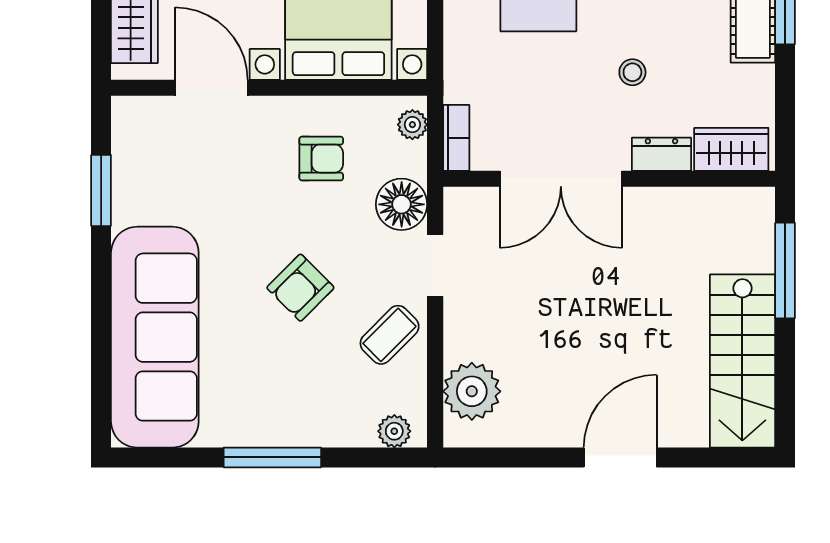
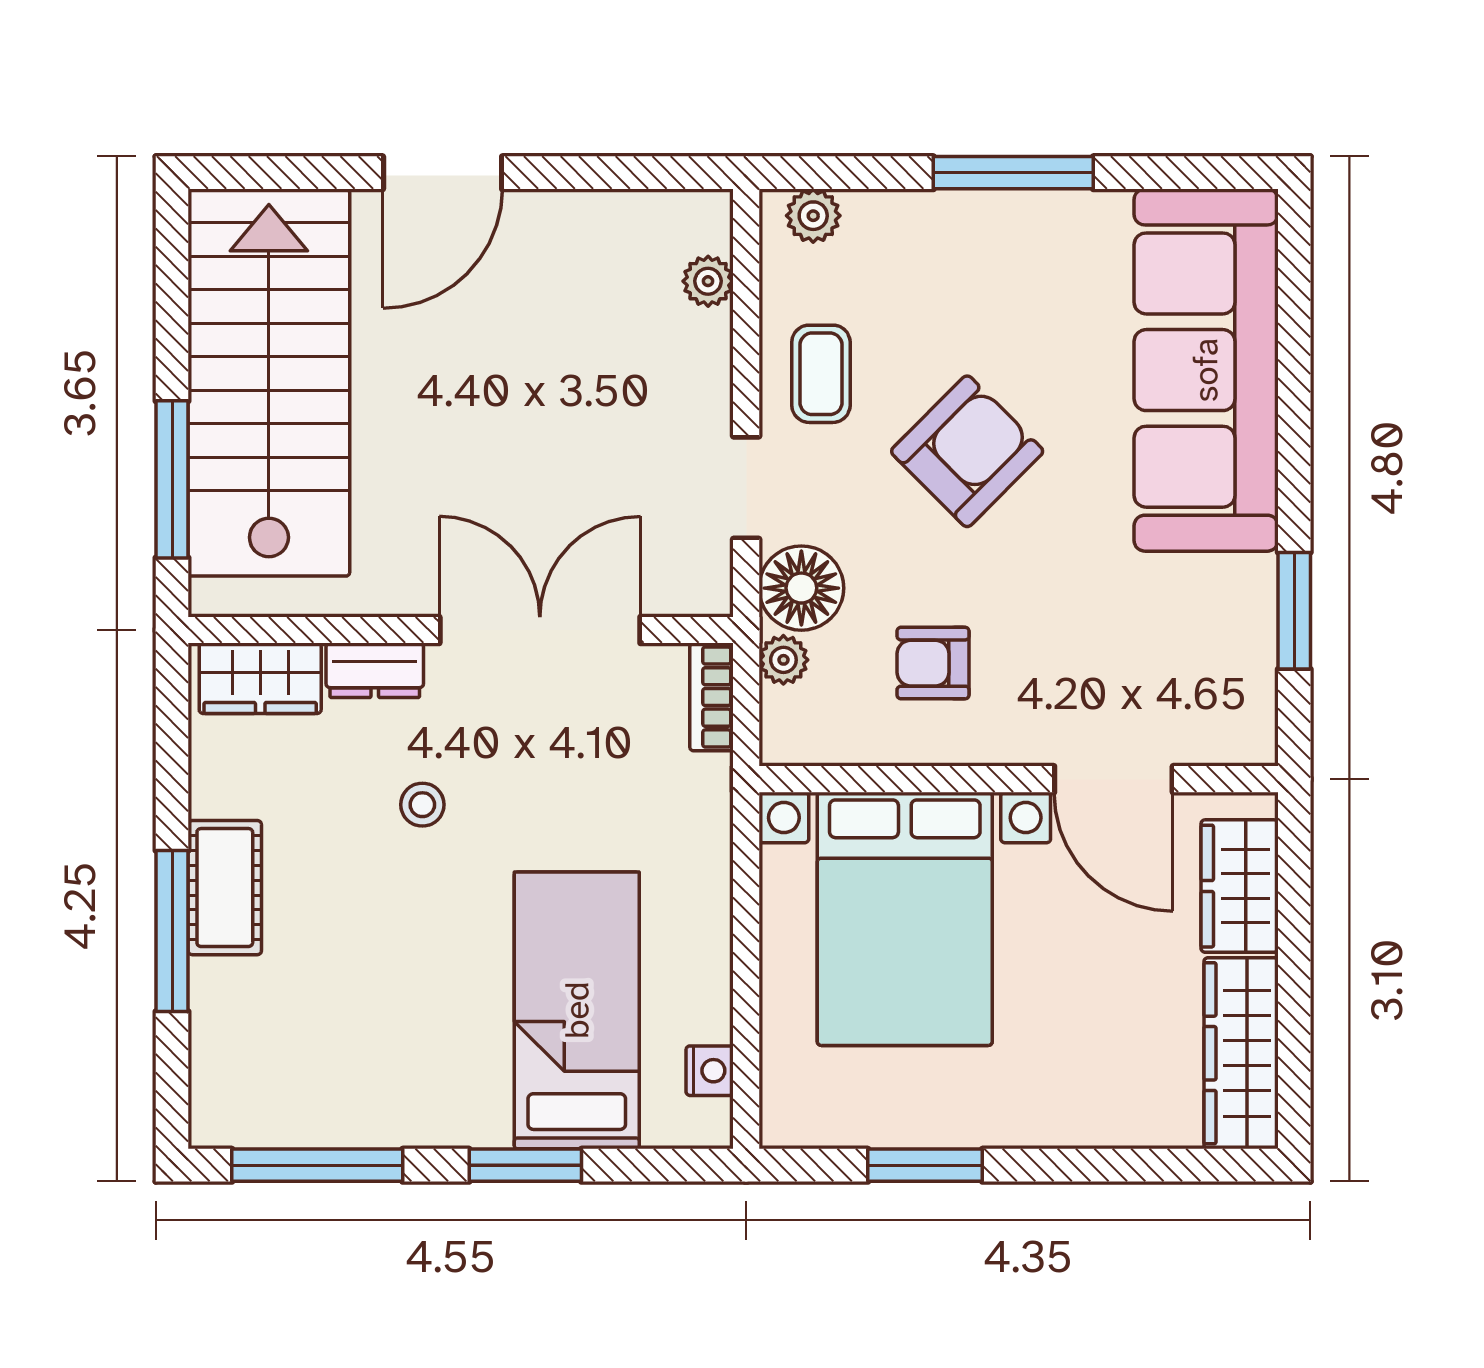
plant: (412, 125) -> (783, 660), moved
armchair: (300, 288) -> (967, 451), width x1.38, depth x1.38
coffee table: (390, 335) -> (821, 374), turned -45
stairs: (742, 361) -> (269, 383), width x1.36, depth x1.51
plant: (472, 391) -> (708, 281), width x0.53, depth x0.53

